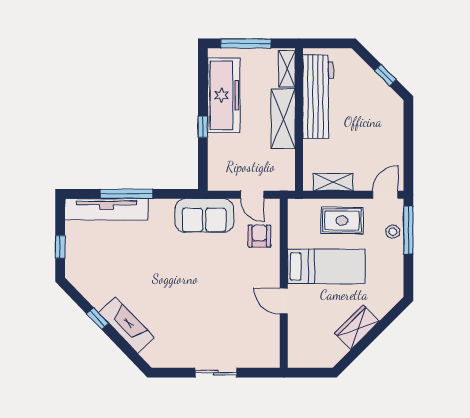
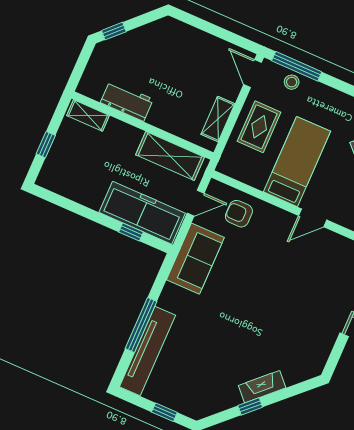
window: (246, 43) -> (46, 145), width x0.46
window: (385, 75) -> (114, 31), moved
freezer: (224, 95) -> (142, 213), moved
workbench: (318, 97) -> (127, 101), width x0.53, depth x0.76
shelving: (283, 119) -> (170, 156), moved
window: (203, 127) -> (131, 232), moved
fireplace: (126, 325) -> (262, 387), width x0.73, depth x0.76

